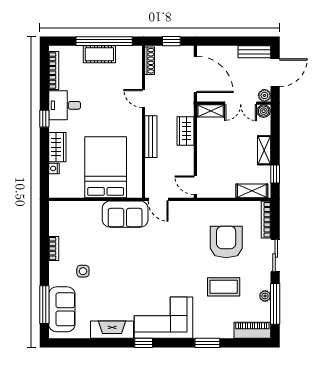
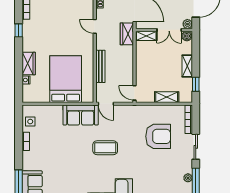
desk: (65, 105) -> (34, 32), removed
window: (44, 119) -> (19, 30), moved
wardrobe: (185, 131) -> (127, 34), moved
bench: (151, 137) -> (100, 66), moved
shelving: (252, 191) -> (167, 97), moved
armchair: (226, 242) -> (158, 136), turned 90
side table: (83, 271) -> (30, 122), moved
coffee table: (224, 287) -> (105, 148), moved

